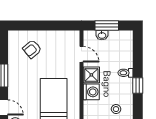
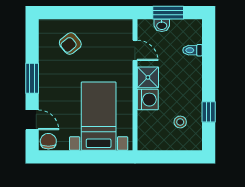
toilet: (125, 73) -> (192, 50), moved
window: (138, 85) -> (209, 112), moved

